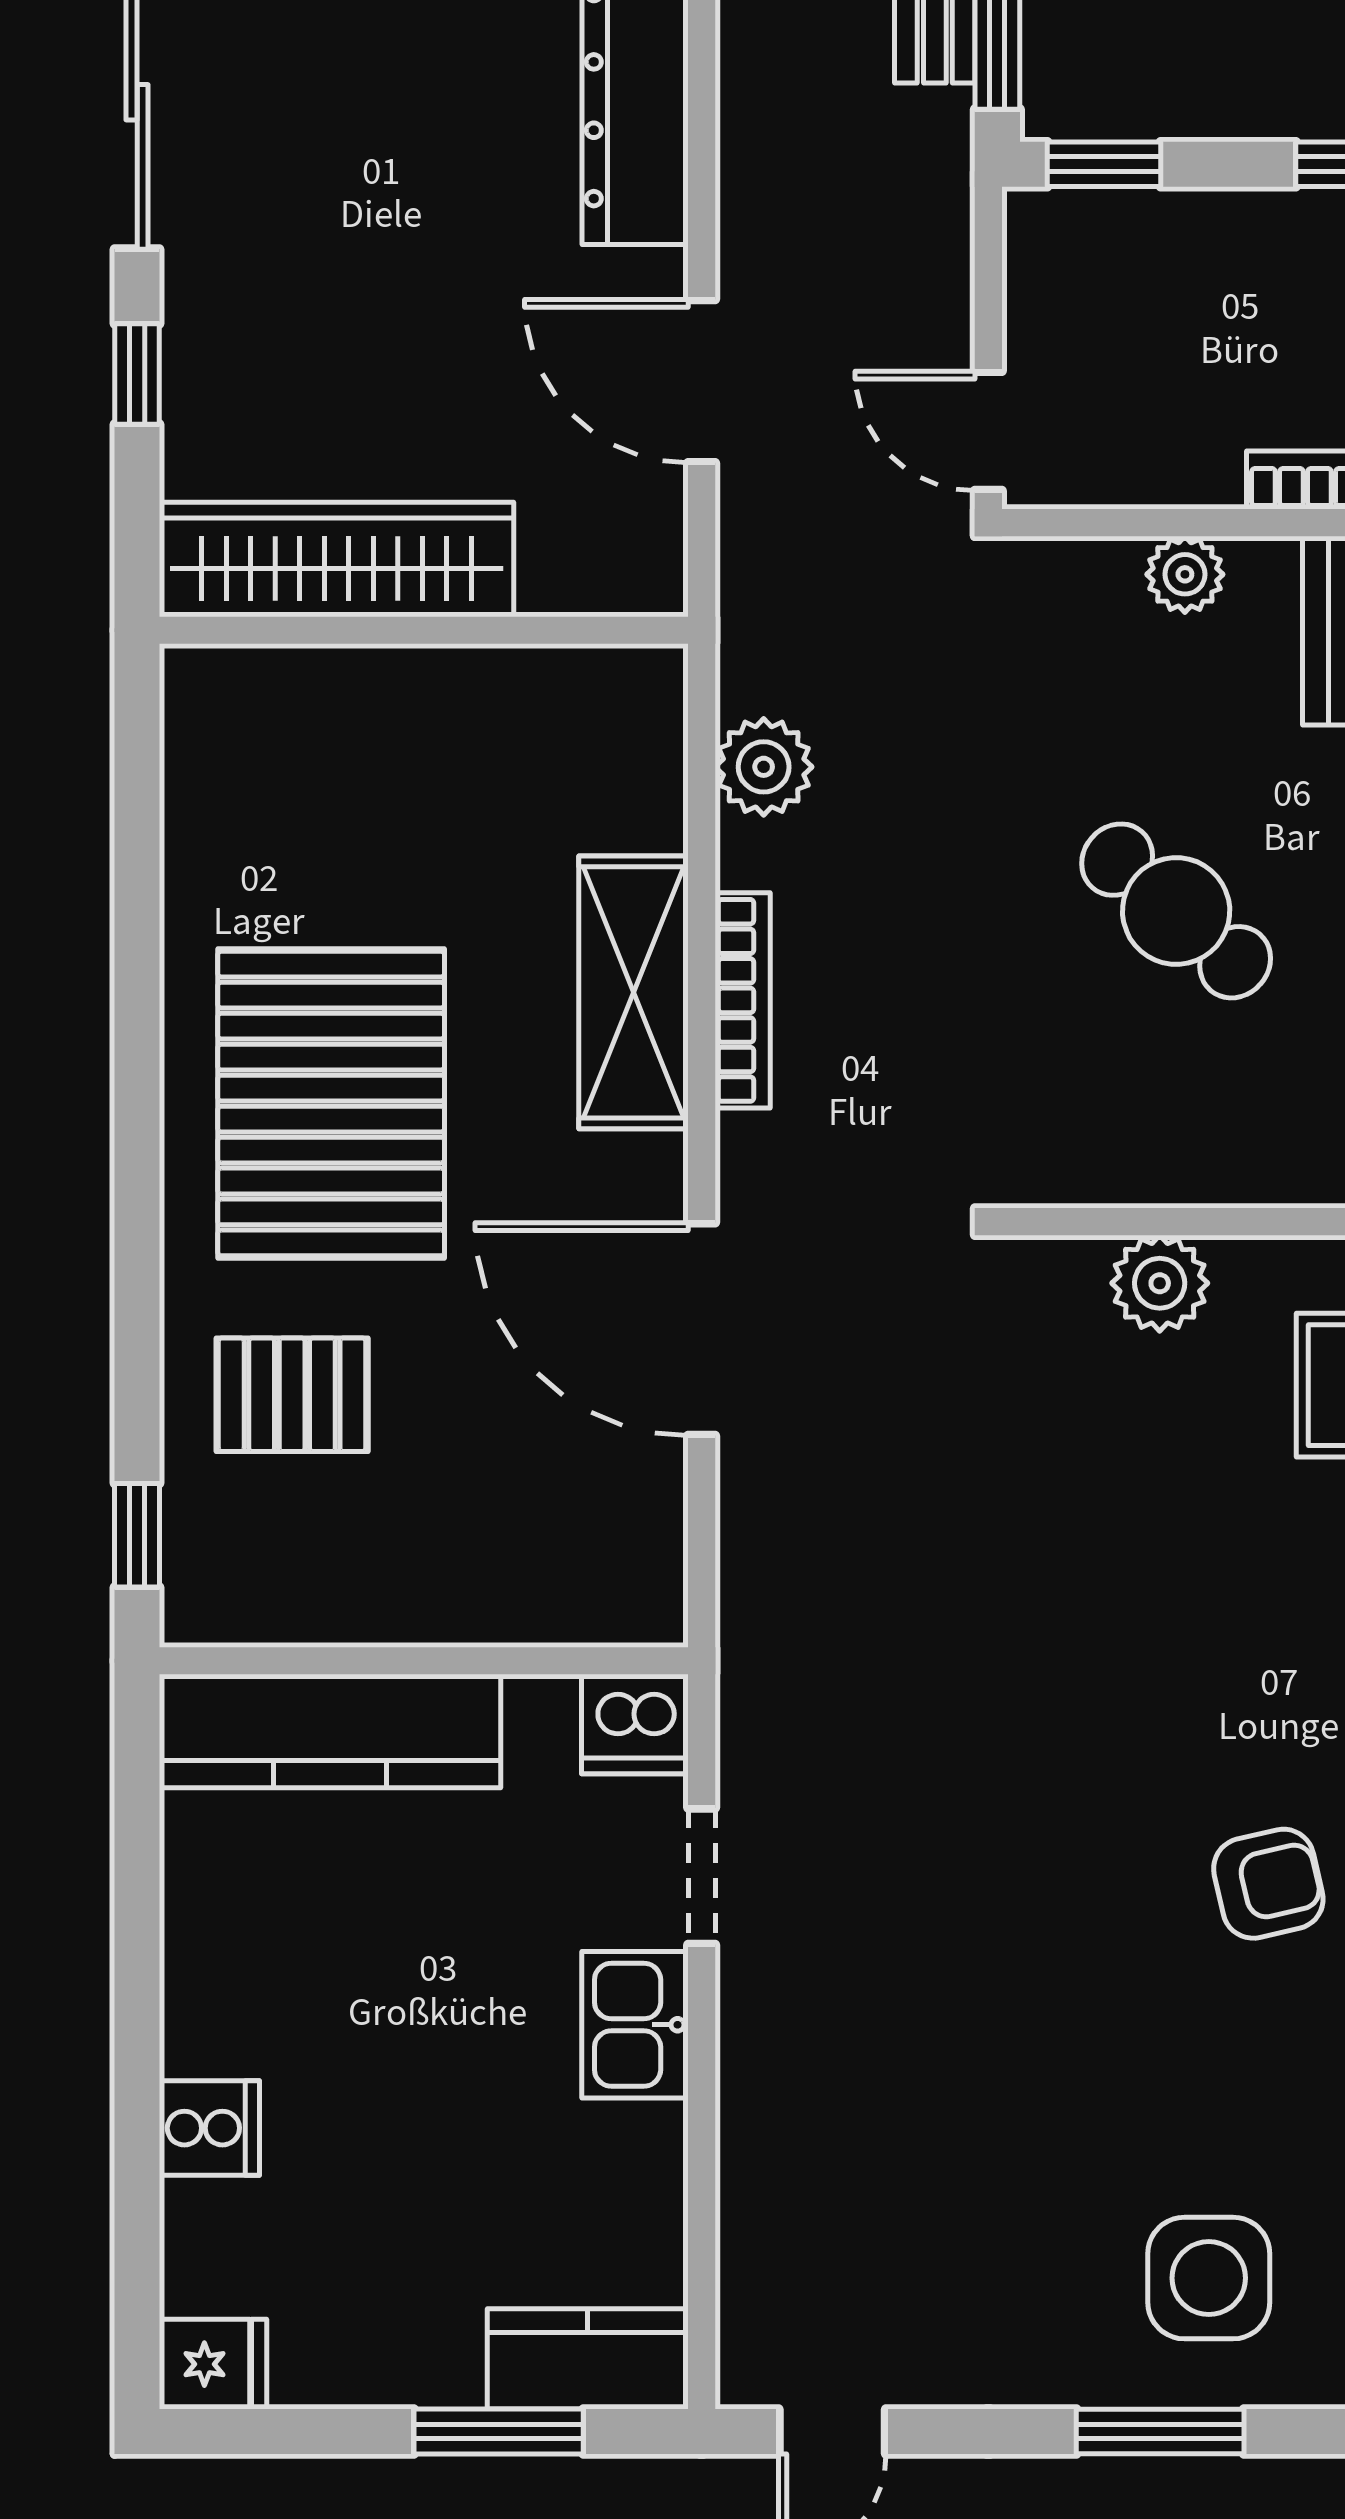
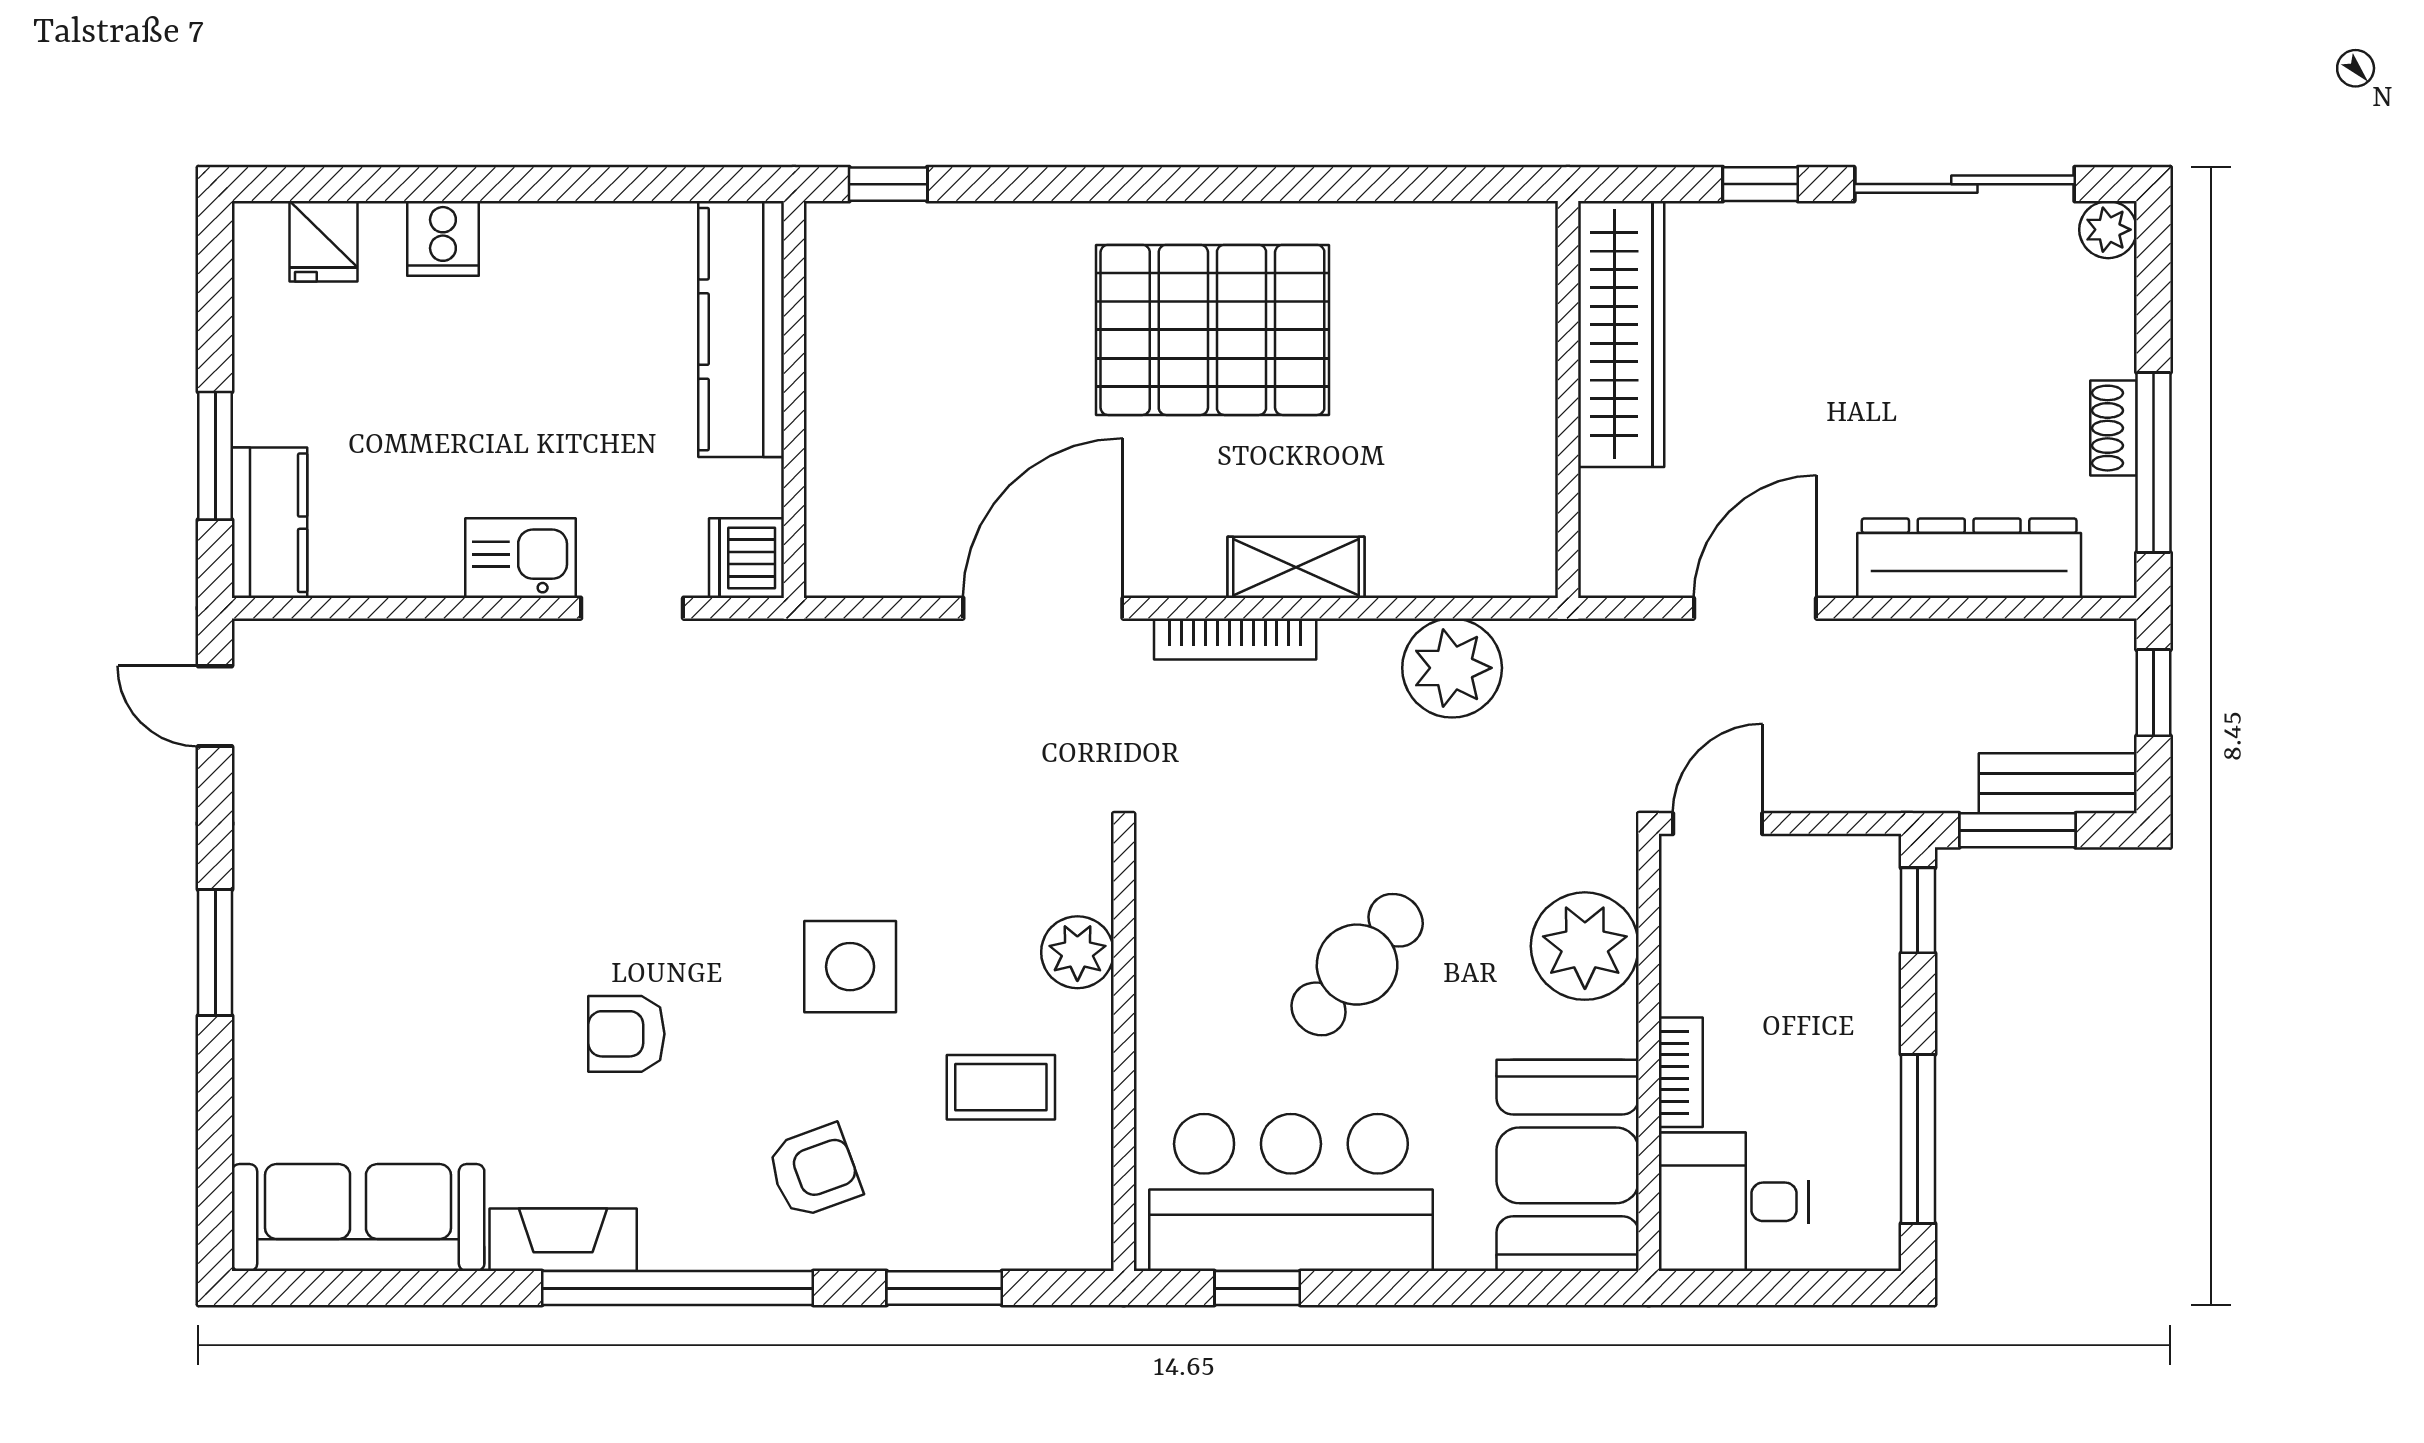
plant: (1185, 574) -> (1585, 946), width x1.87, depth x1.87
plant: (764, 767) -> (1452, 668), width x1.36, depth x1.36
shelving: (634, 992) -> (1296, 567), width x0.67, depth x0.75
bookcase: (743, 1000) -> (1235, 639), moved
pallet: (292, 1395) -> (994, 301), removed
armchair: (1268, 1884) -> (626, 1034), turned 103
side table: (1209, 2278) -> (850, 967), moved
fridge: (213, 2364) -> (323, 241), moved

